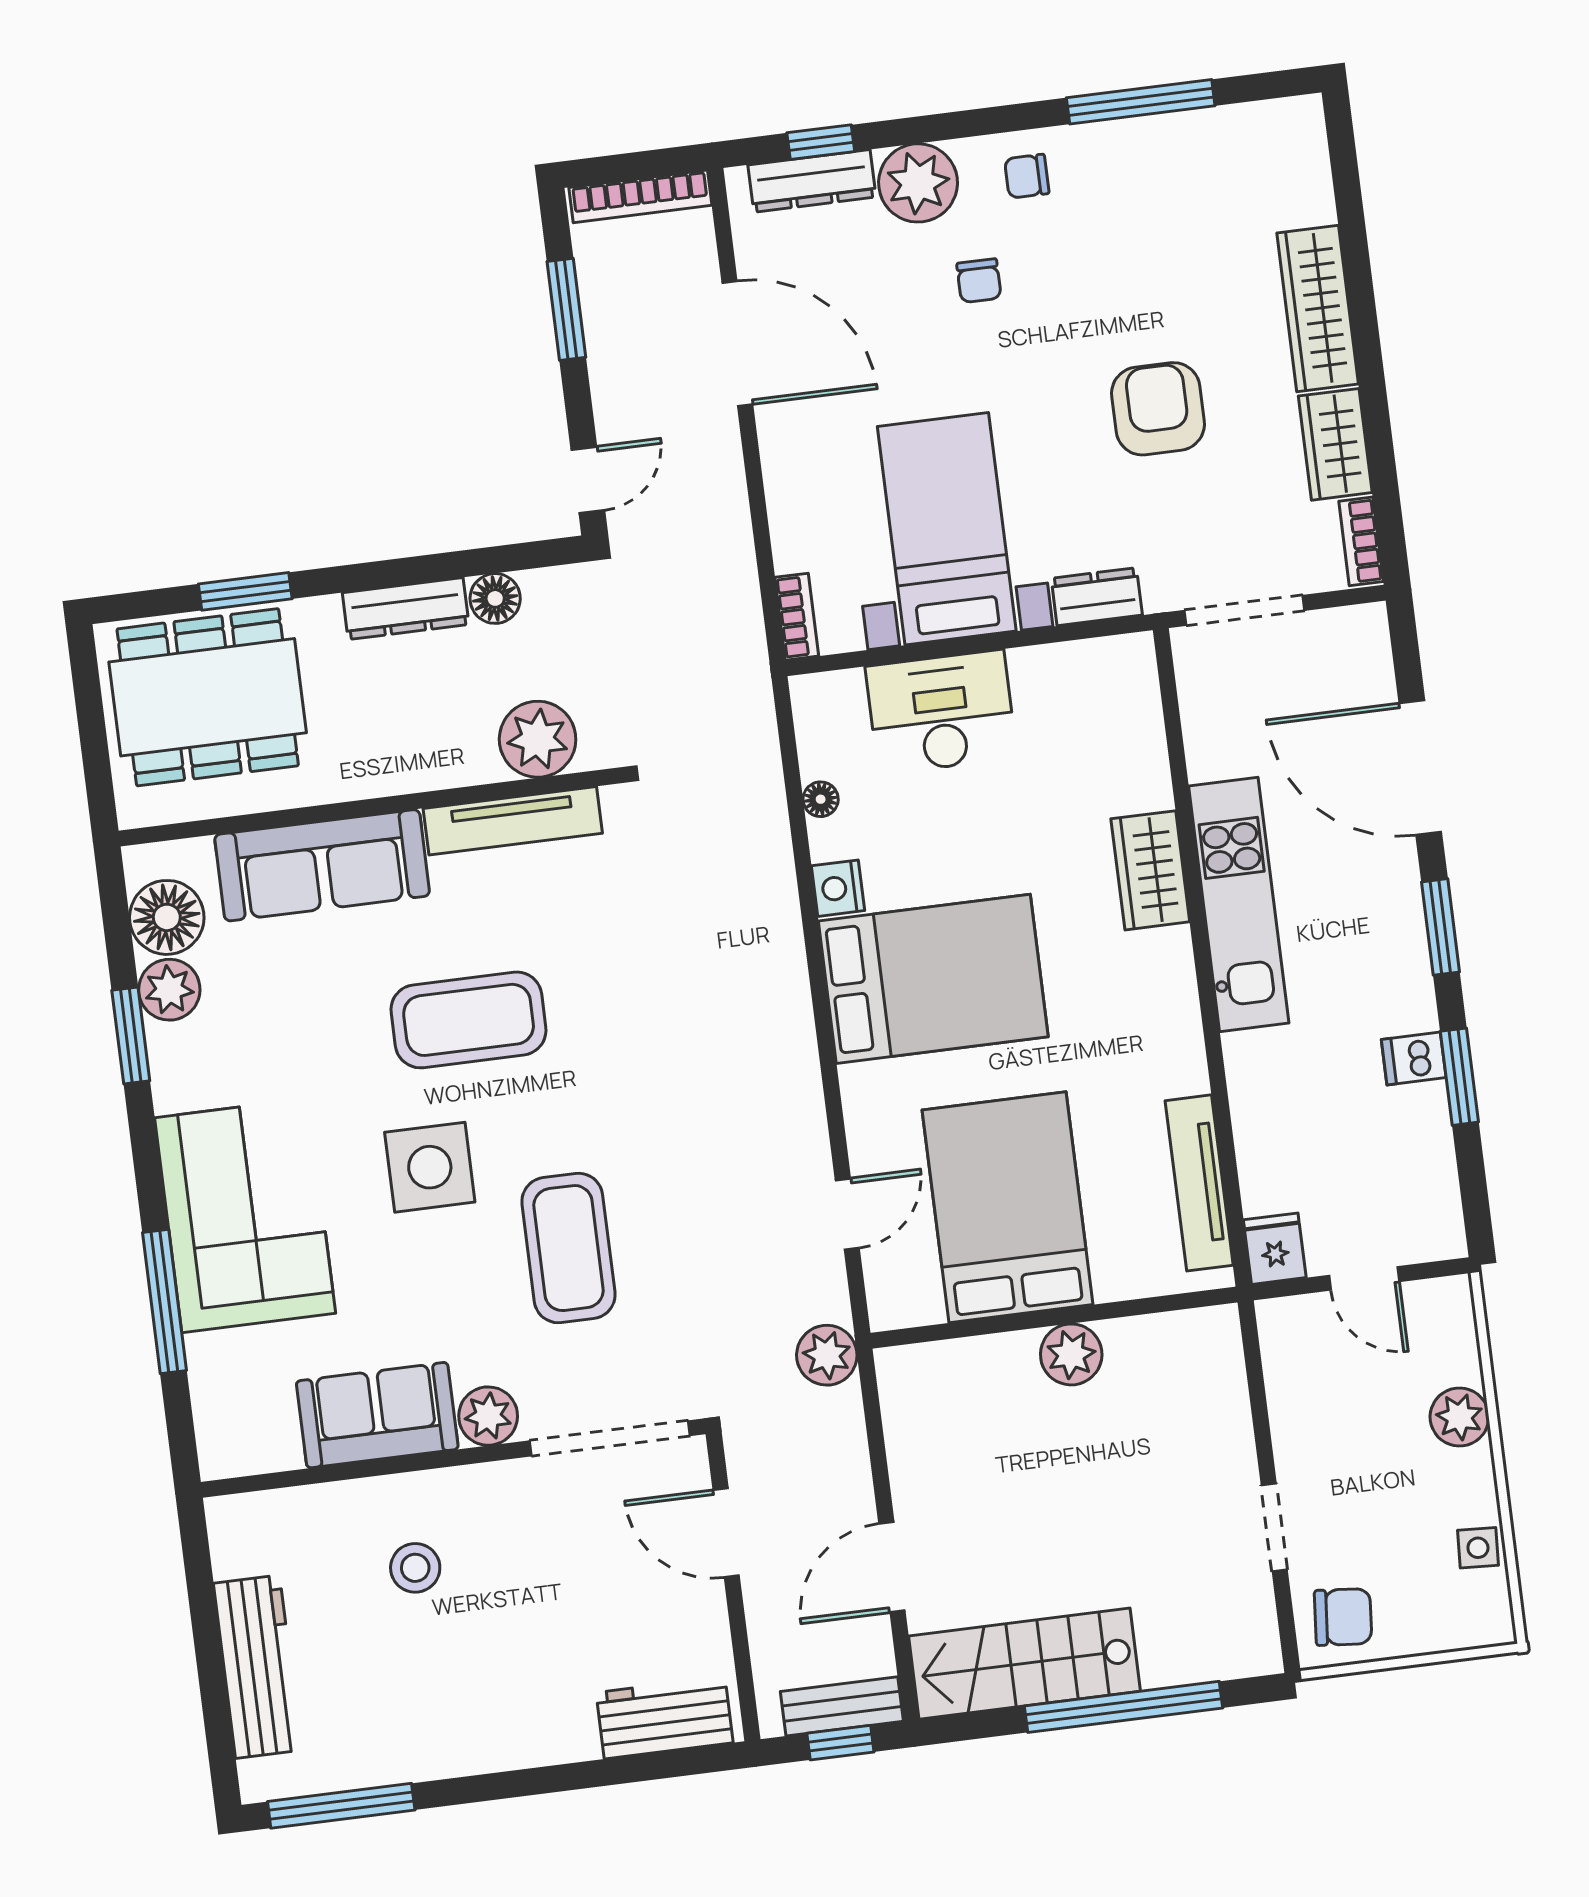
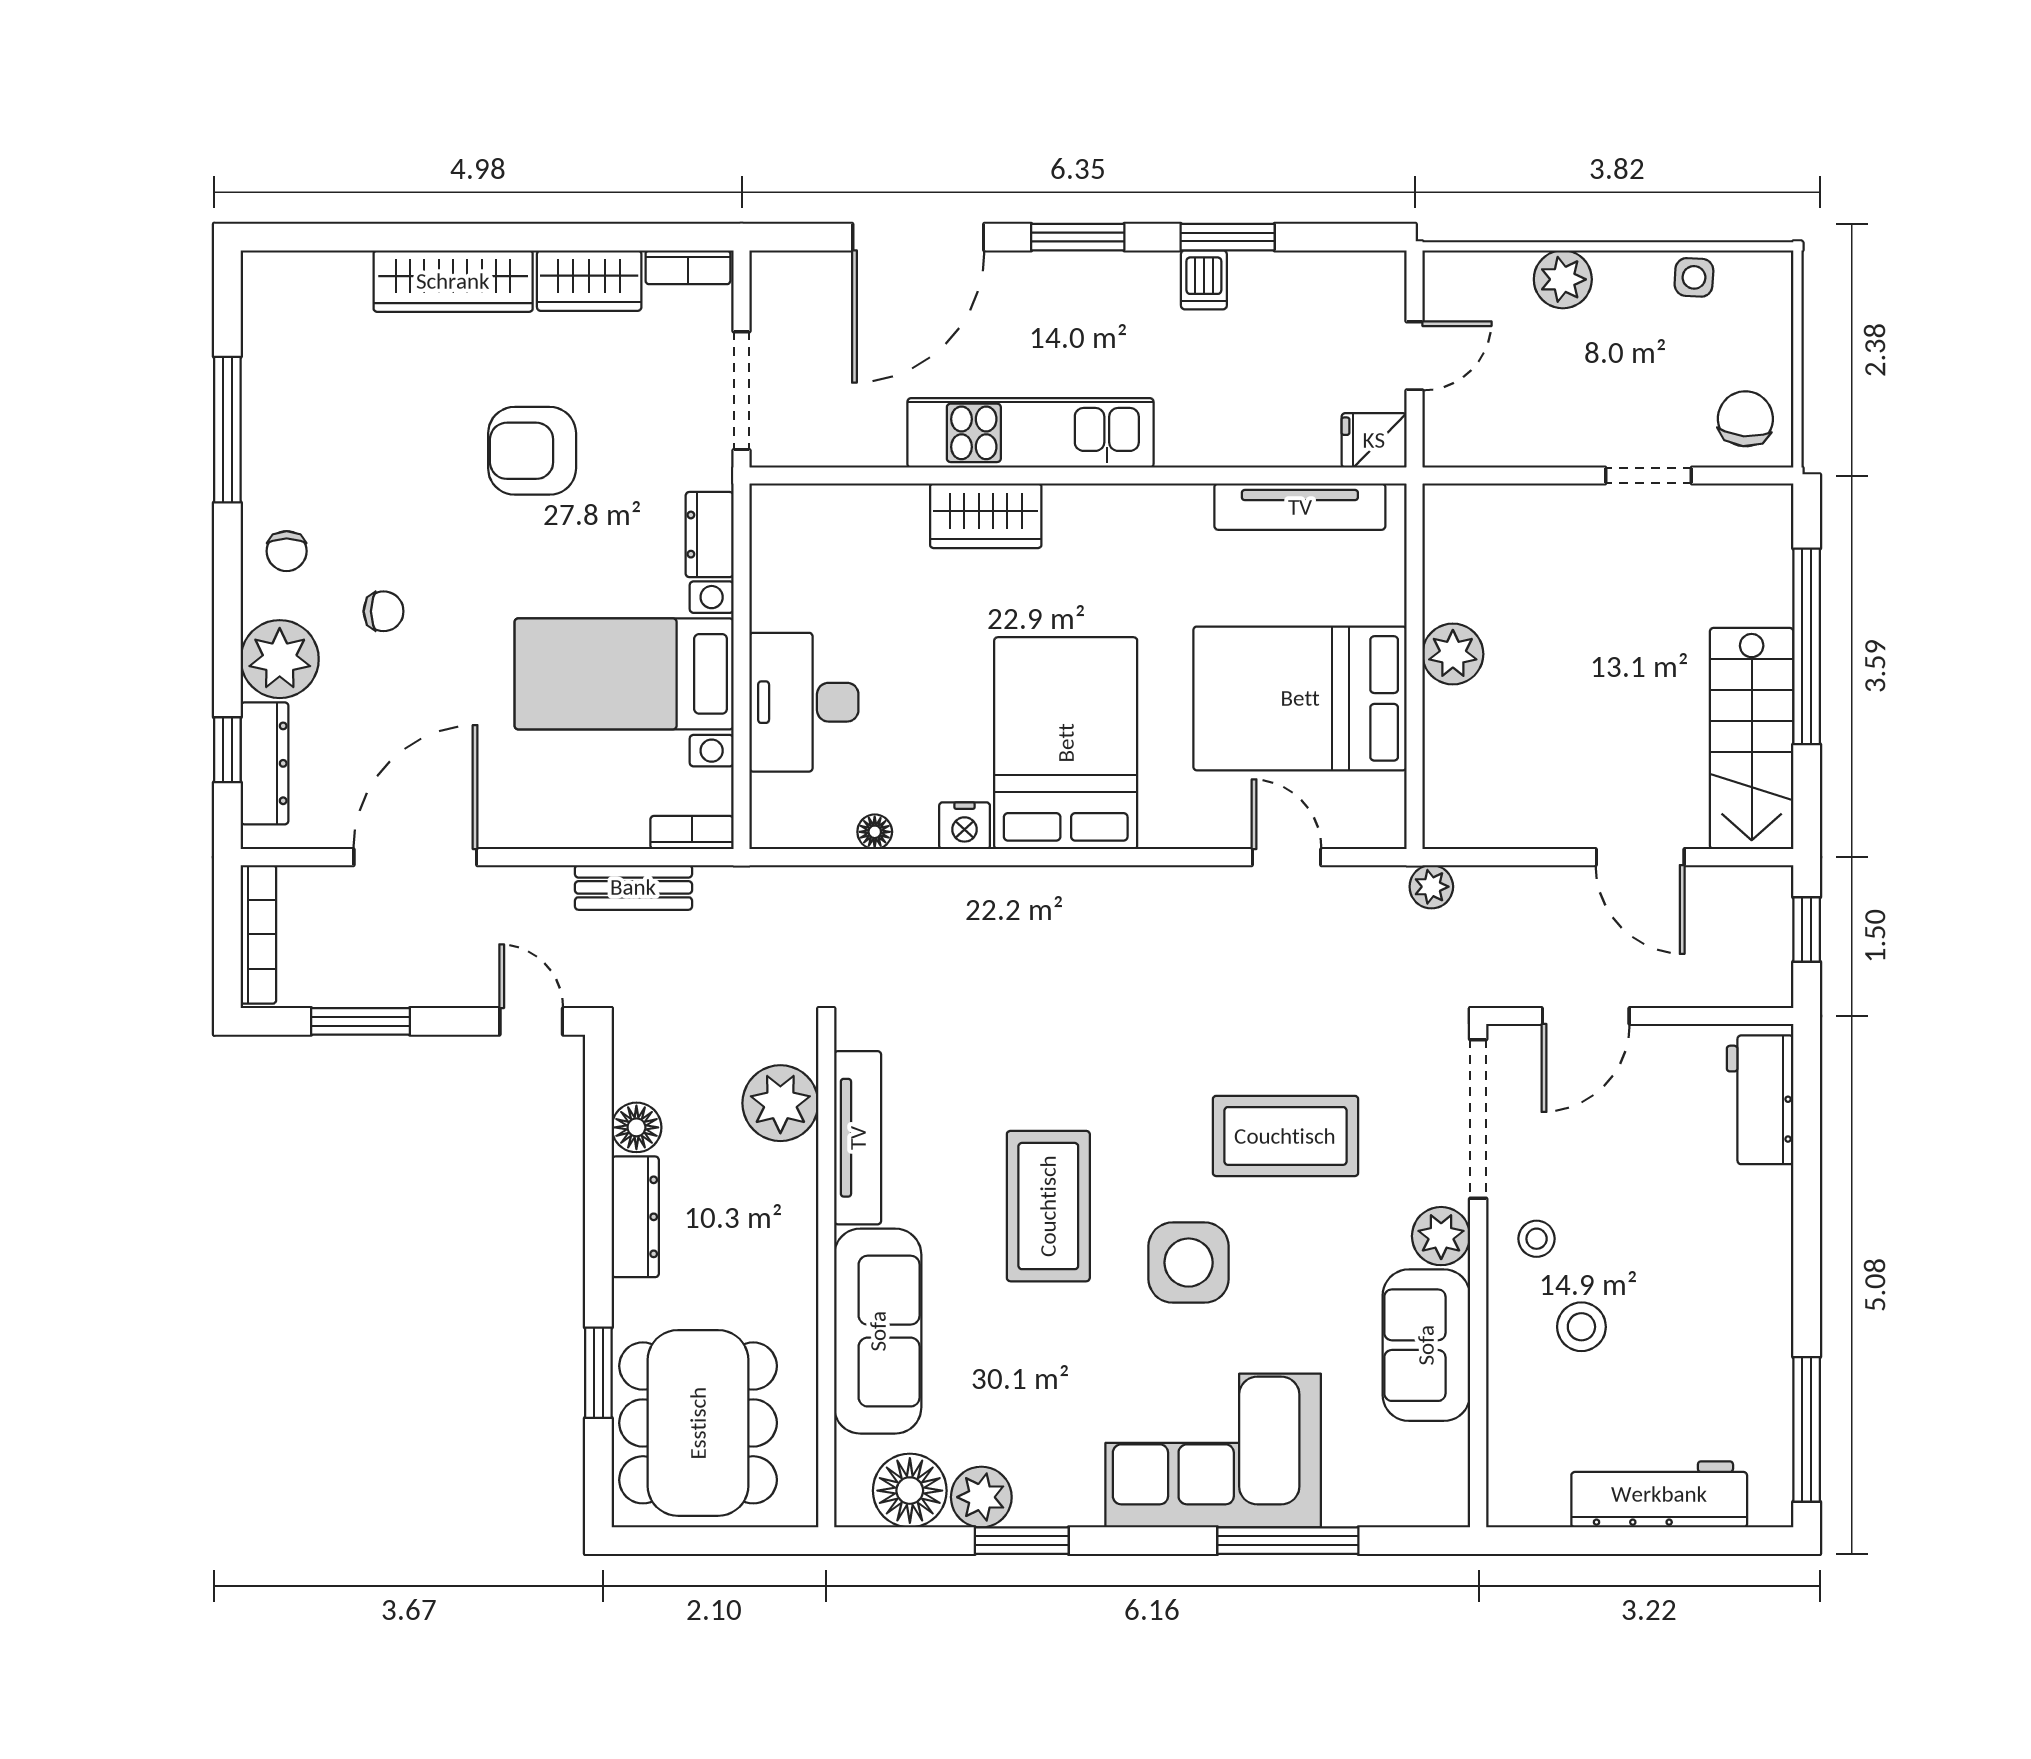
plant: (827, 1355) -> (1431, 887), width x0.73, depth x0.73
stool: (498, 1512) -> (1537, 1239), added
bench: (842, 1706) -> (633, 887), moved, turned 90

